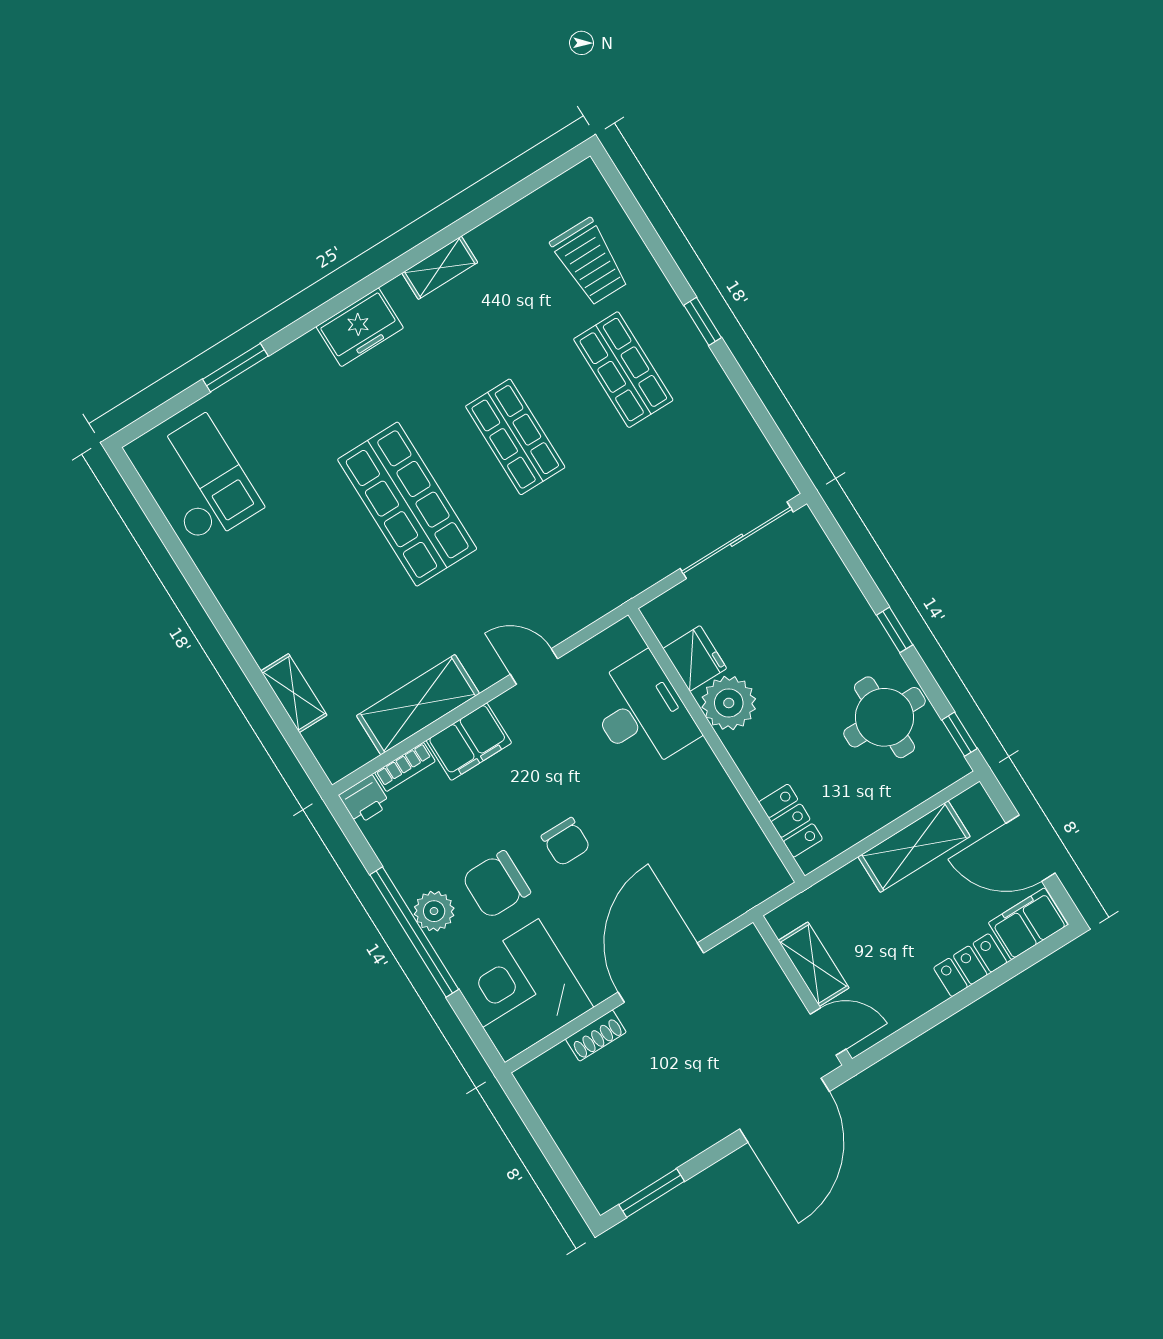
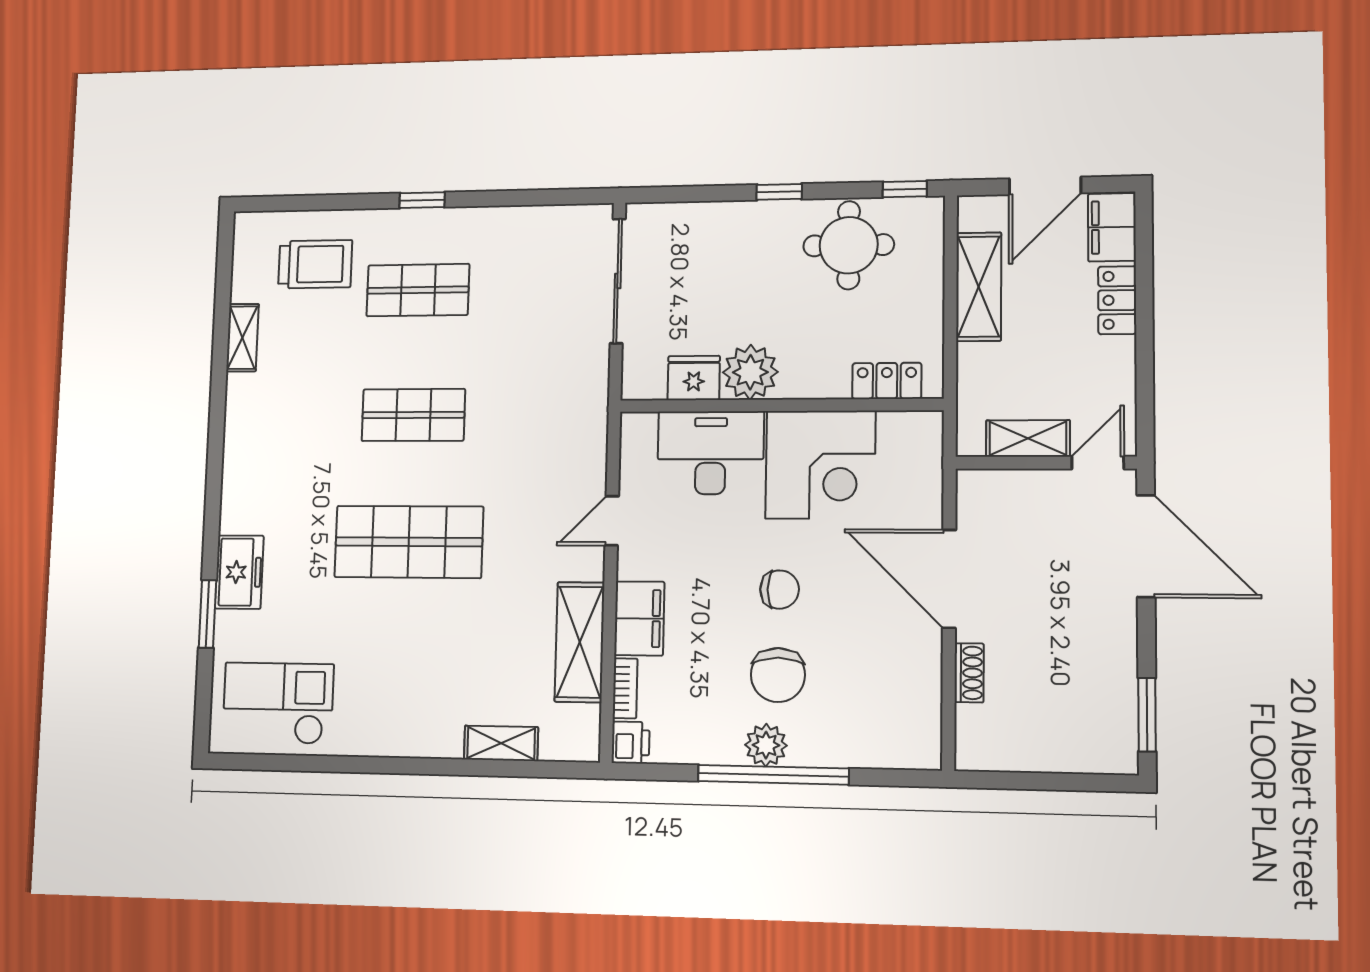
shelving: (440, 268) -> (242, 338), moved
freezer: (360, 327) -> (239, 572), moved
corner desk: (522, 991) -> (820, 465), moved, turned -90

